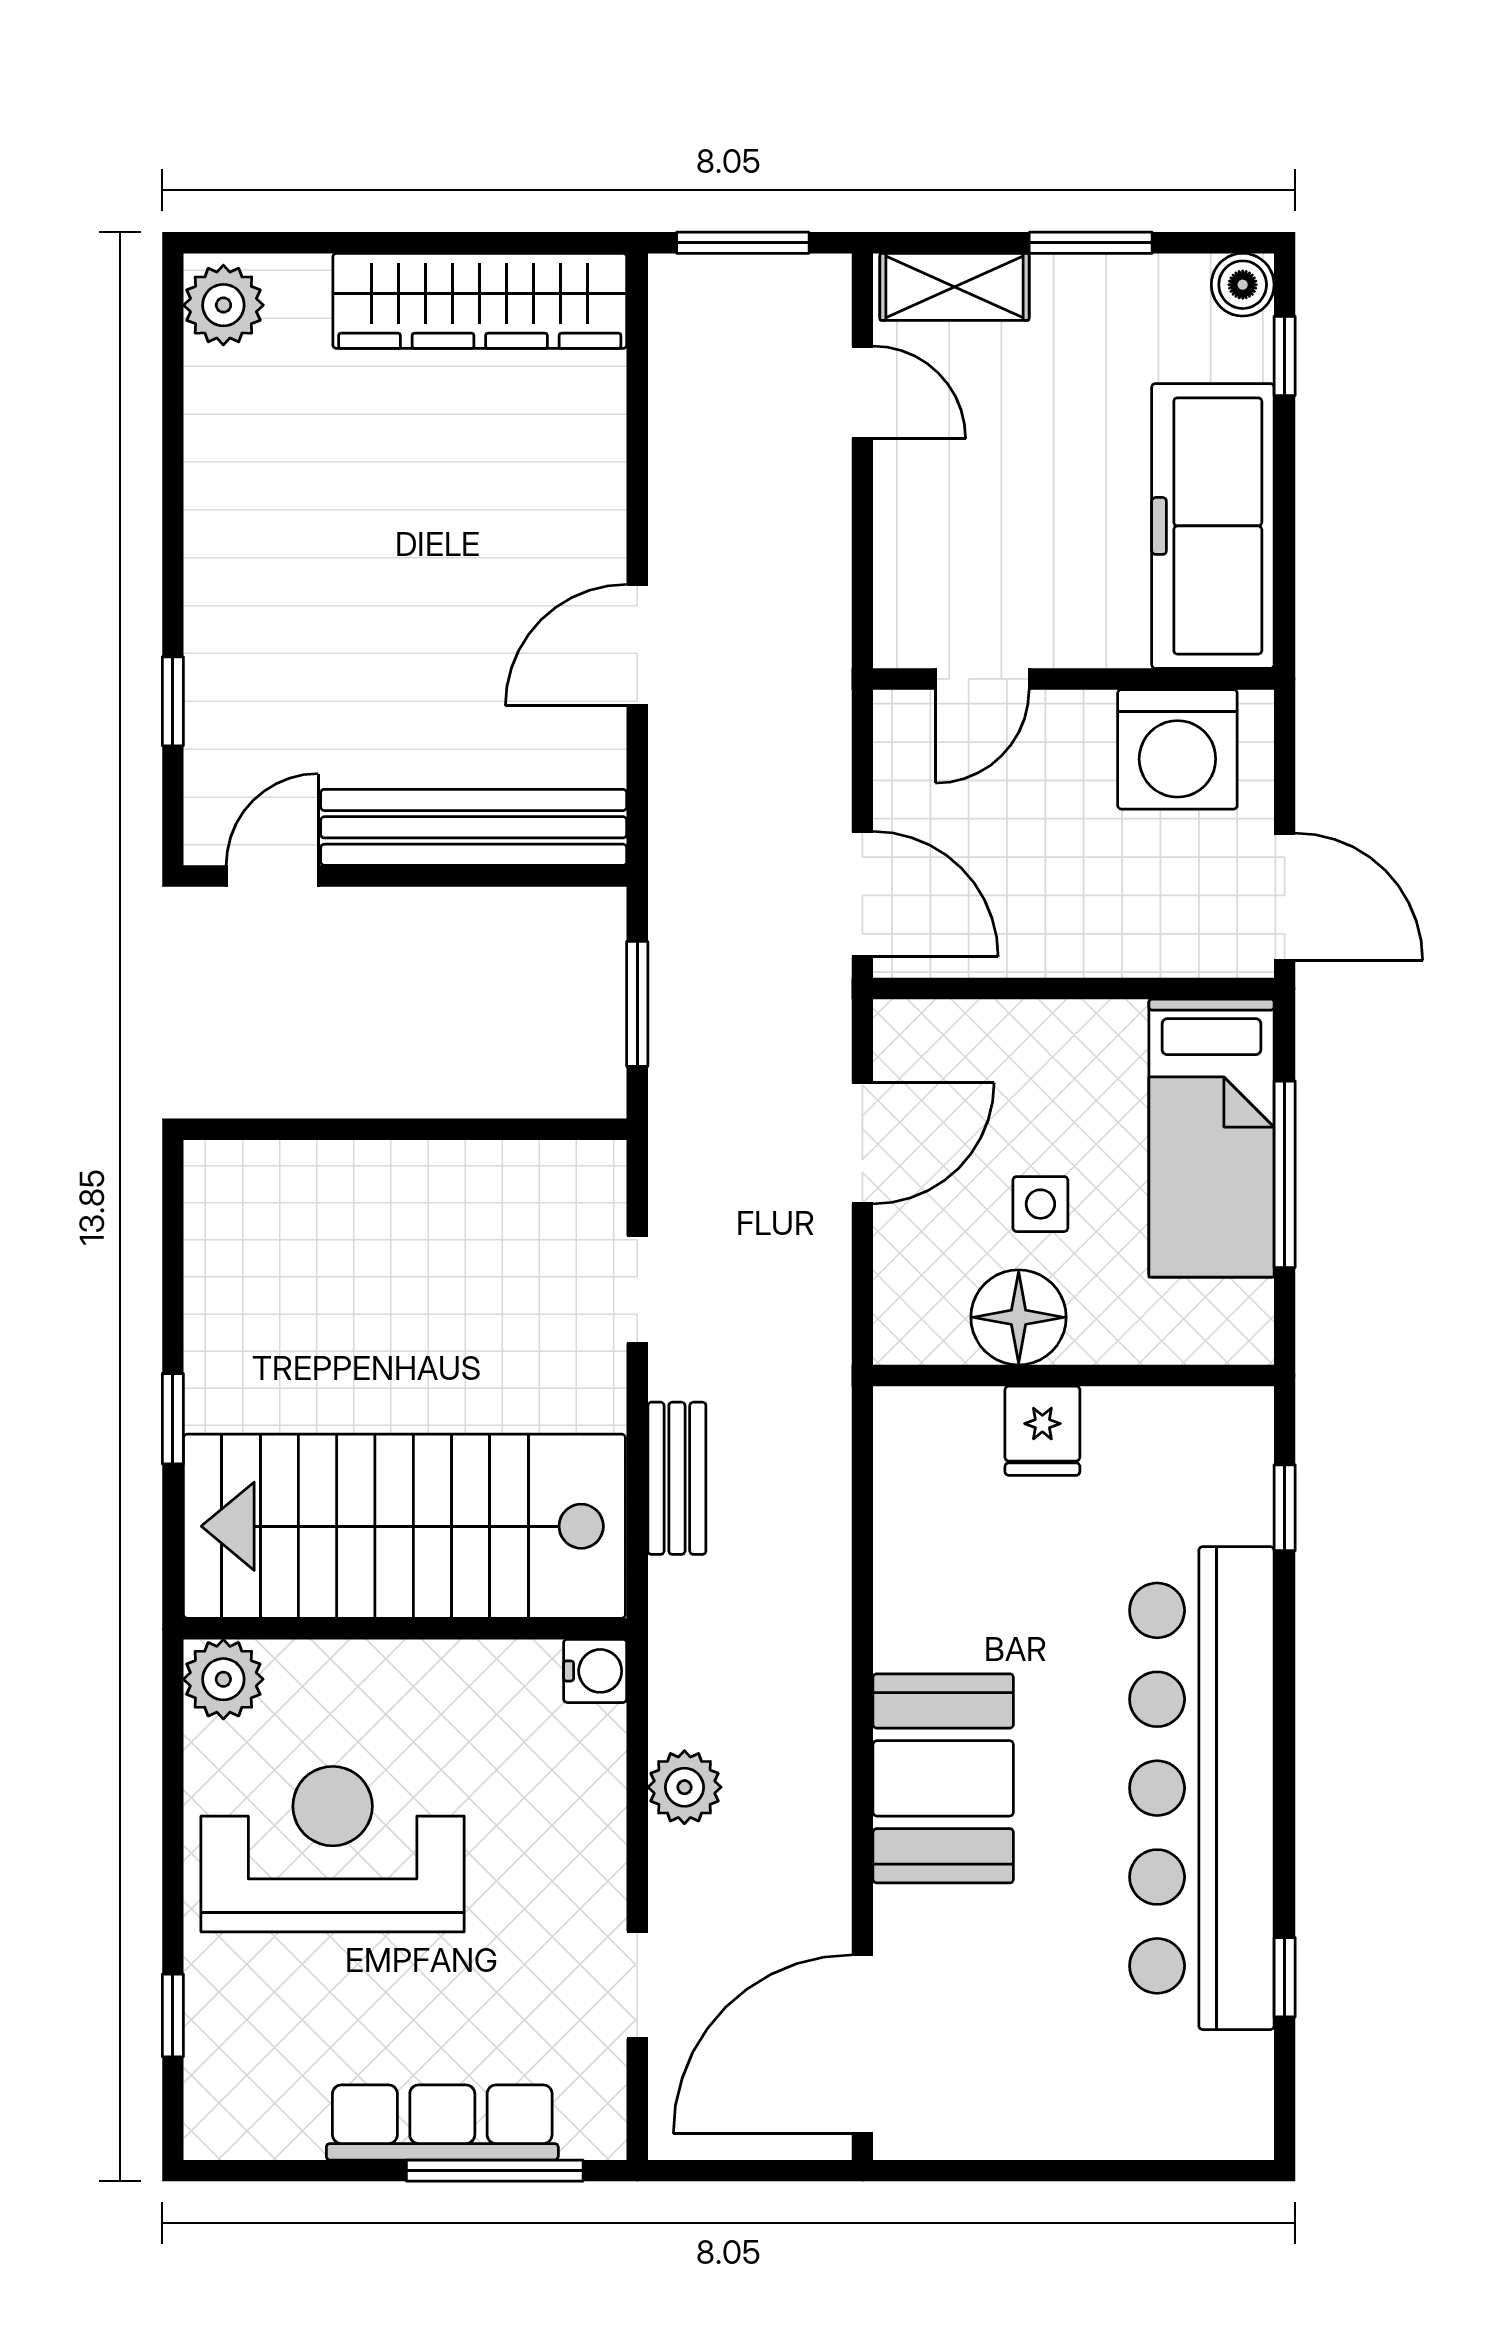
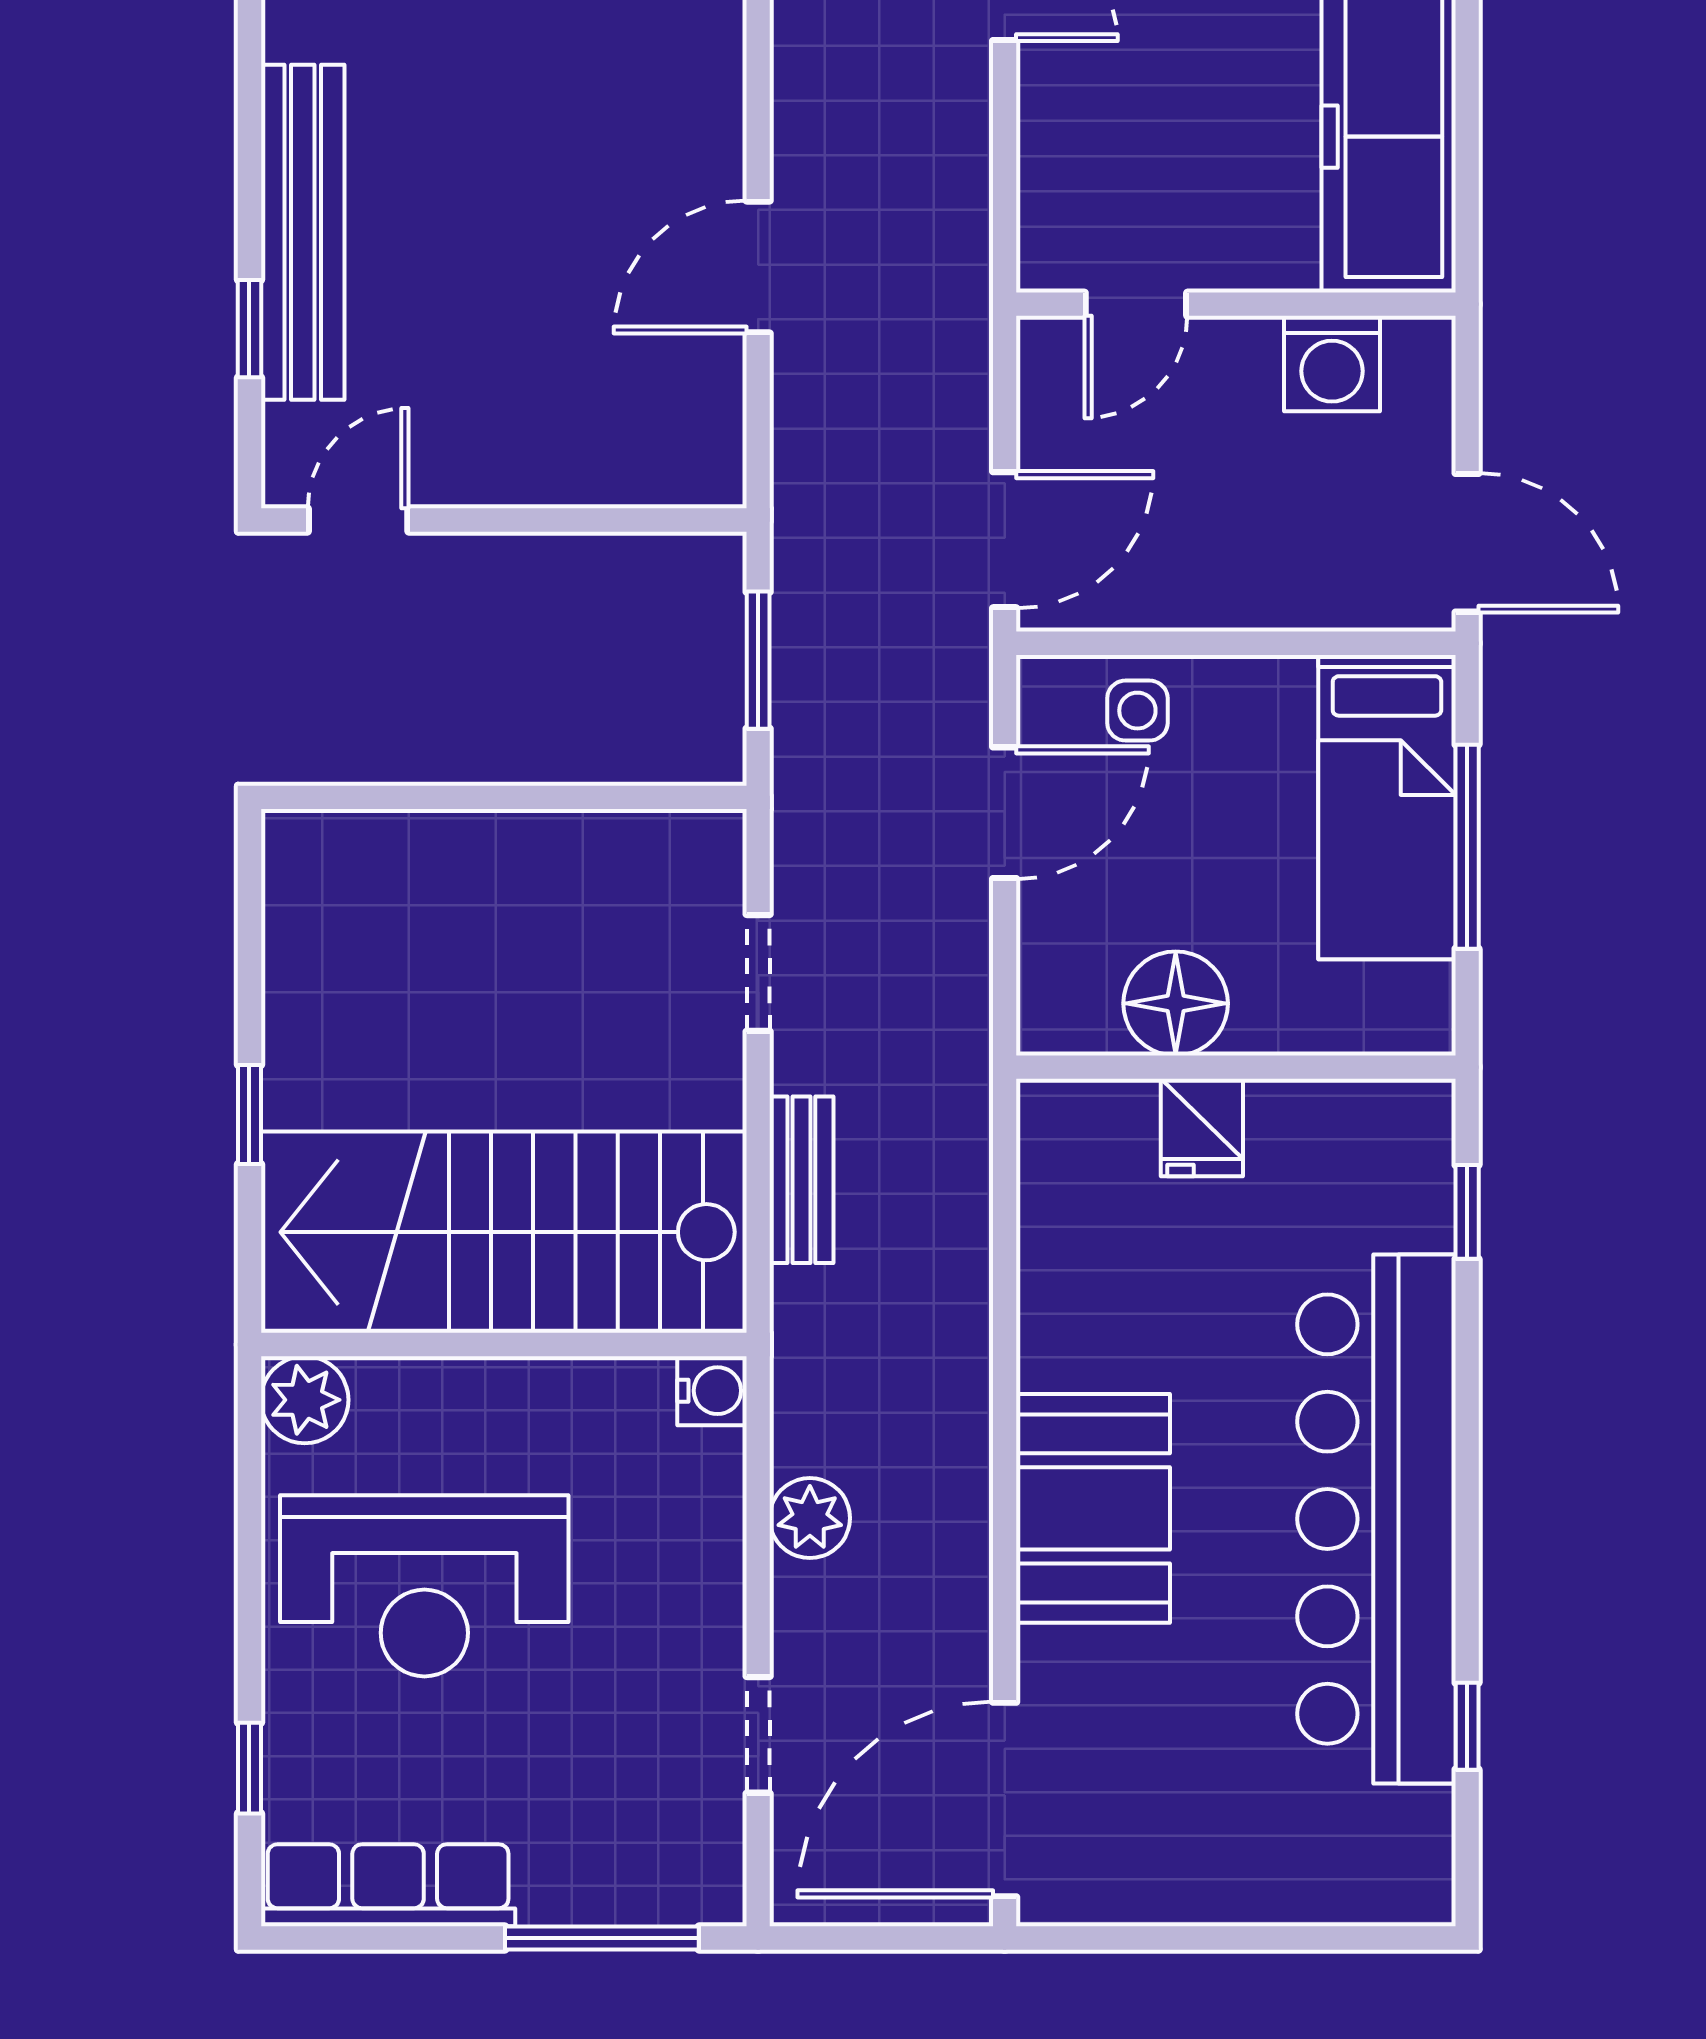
washing machine: (1177, 749) -> (1332, 364), width x0.73, depth x0.73
bench: (474, 827) -> (303, 232), moved, turned 90
door: (862, 894) -> (1005, 540), hinge flipped
side table: (1040, 1204) -> (1137, 711), moved
reception desk: (333, 1849) -> (424, 1586), turned 180
row of seats: (442, 2122) -> (388, 1885), moved

